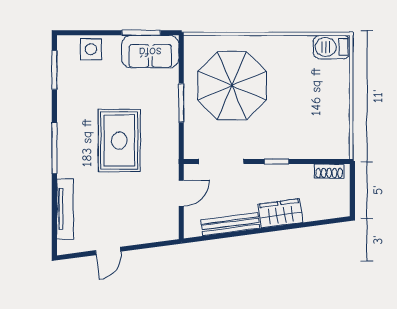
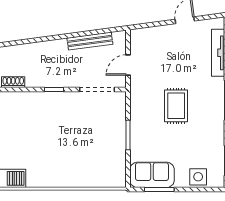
parasol: (232, 86) -> (89, 148), removed
rug: (119, 141) -> (176, 106), width x0.73, depth x0.70
wardrobe: (281, 213) -> (51, 49), removed

